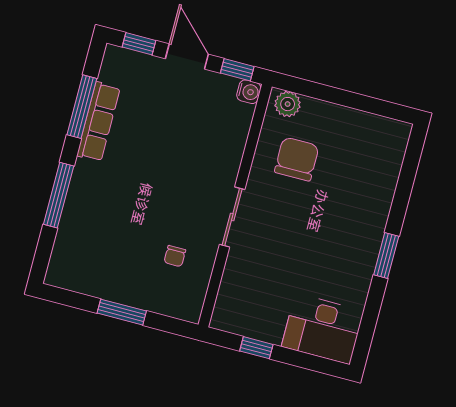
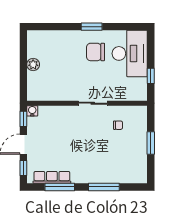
plant: (288, 104) -> (33, 64), moved
row of seats: (98, 122) -> (52, 177), moved
chair: (297, 159) -> (96, 52), moved
desk: (323, 329) -> (130, 53), width x1.36, depth x1.30

